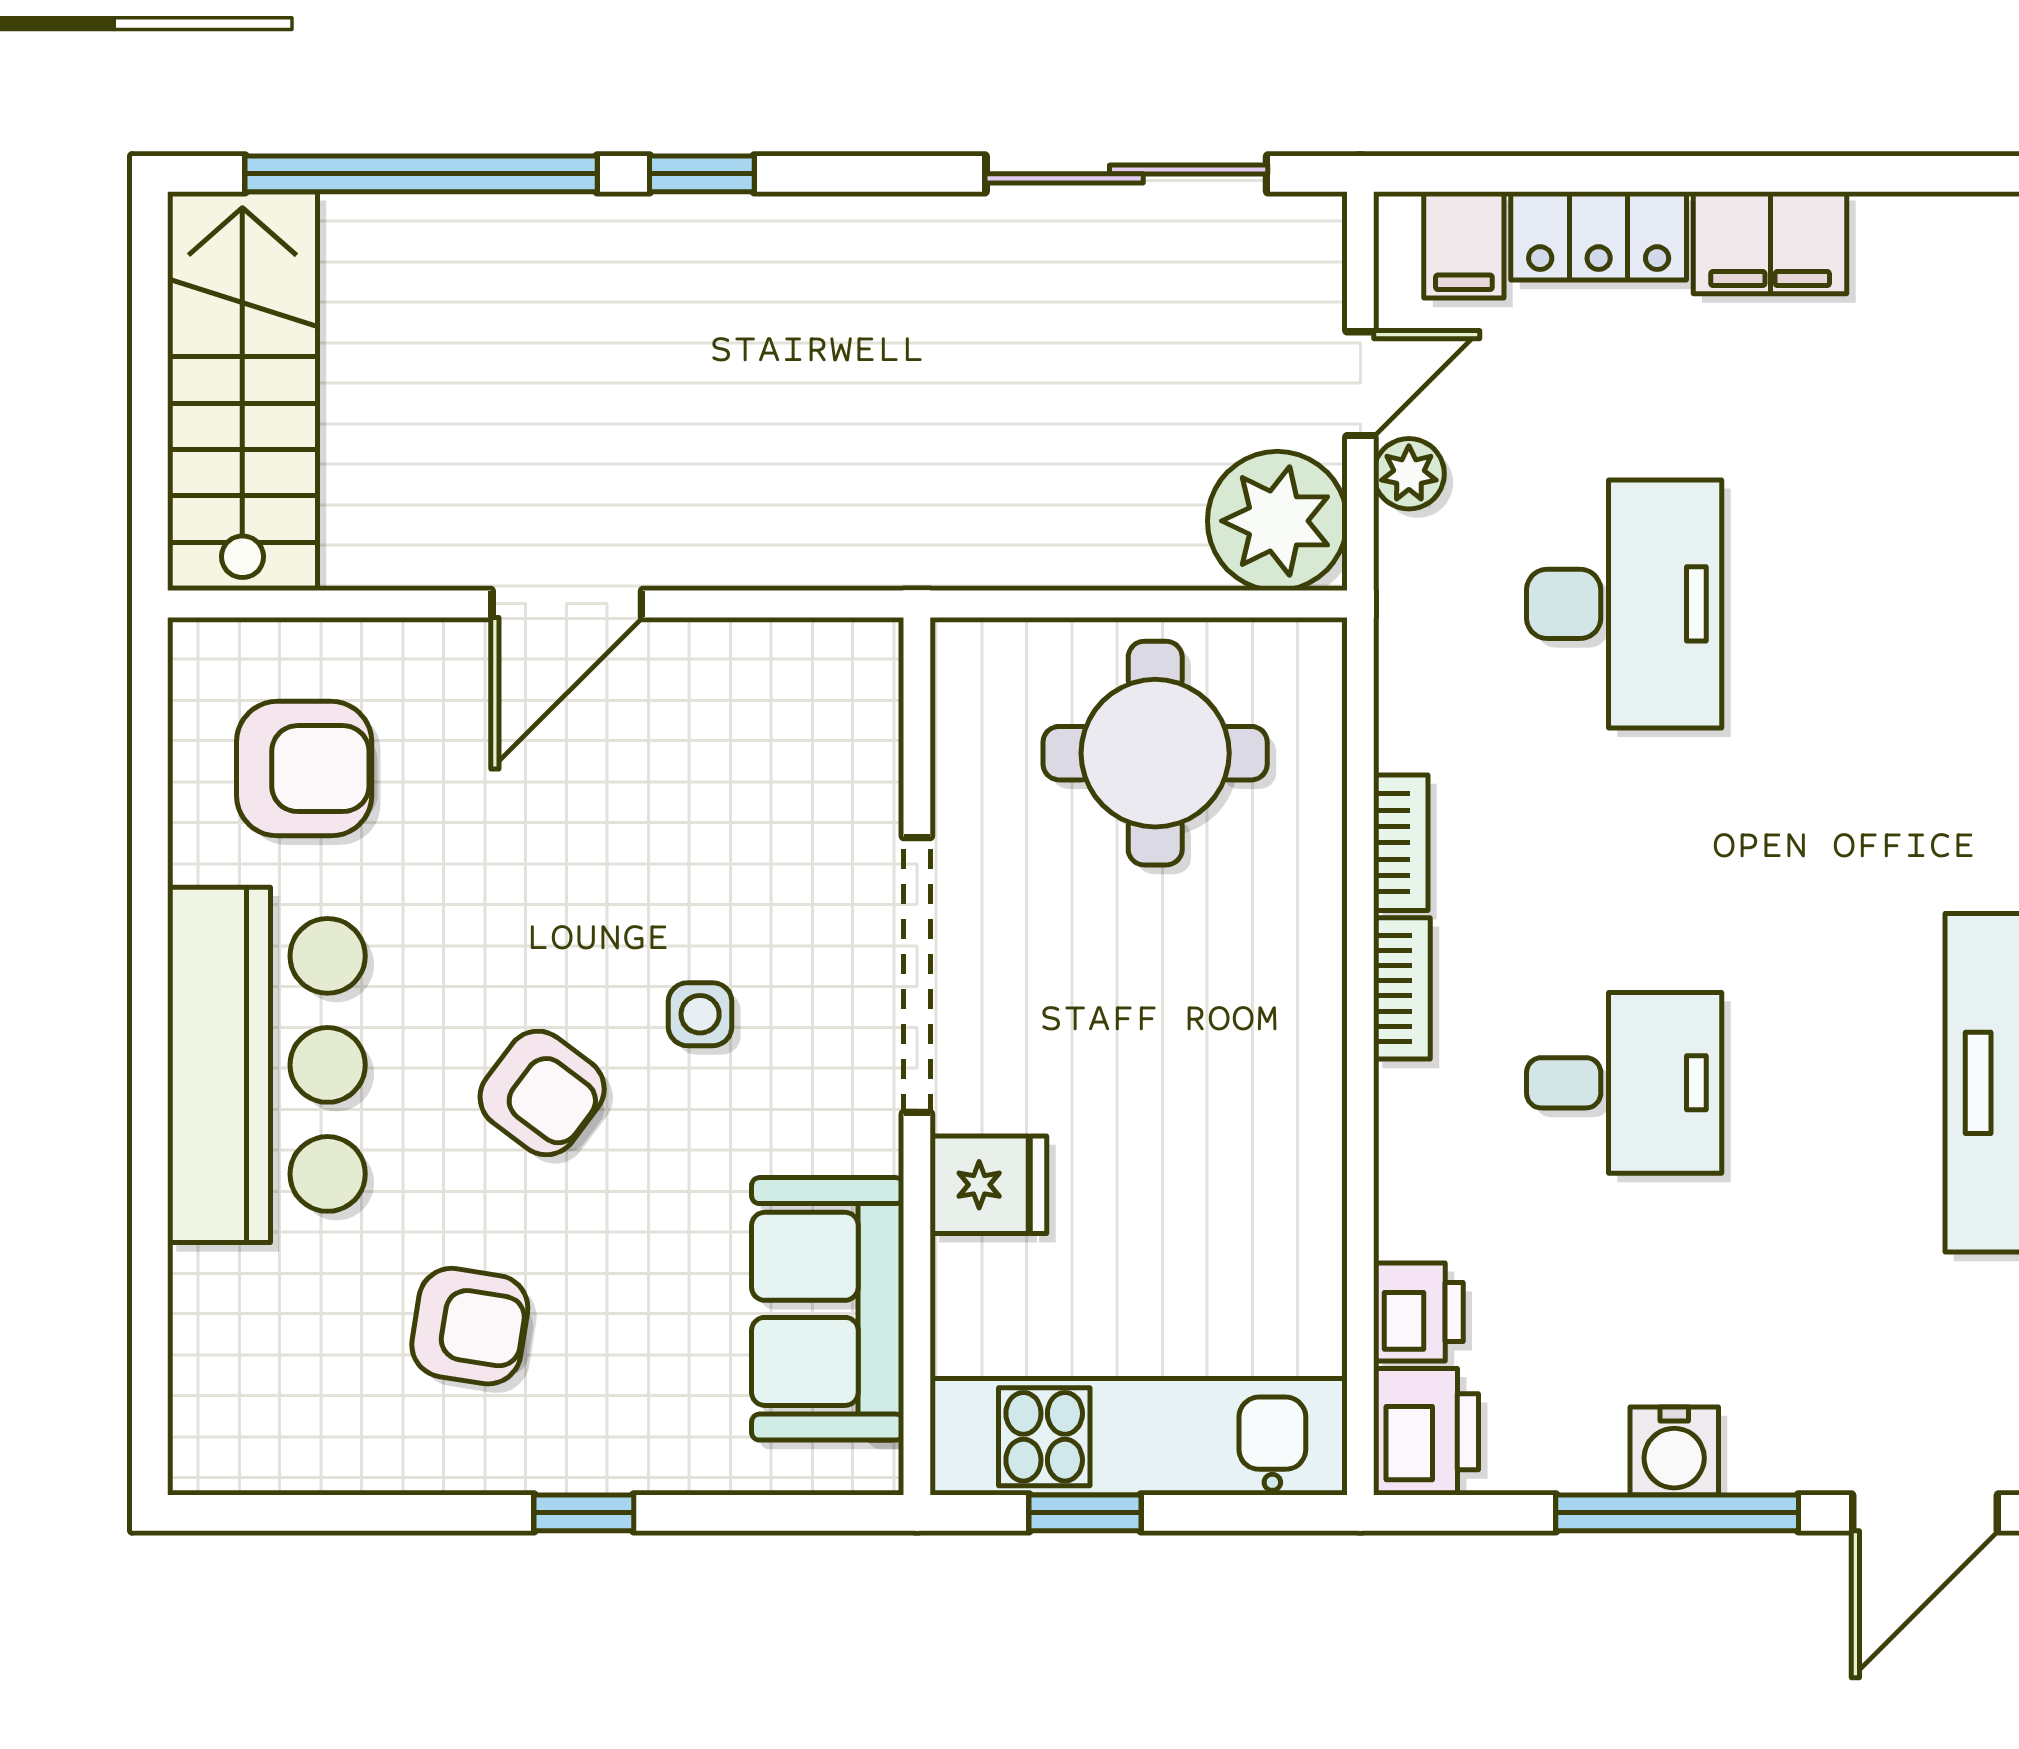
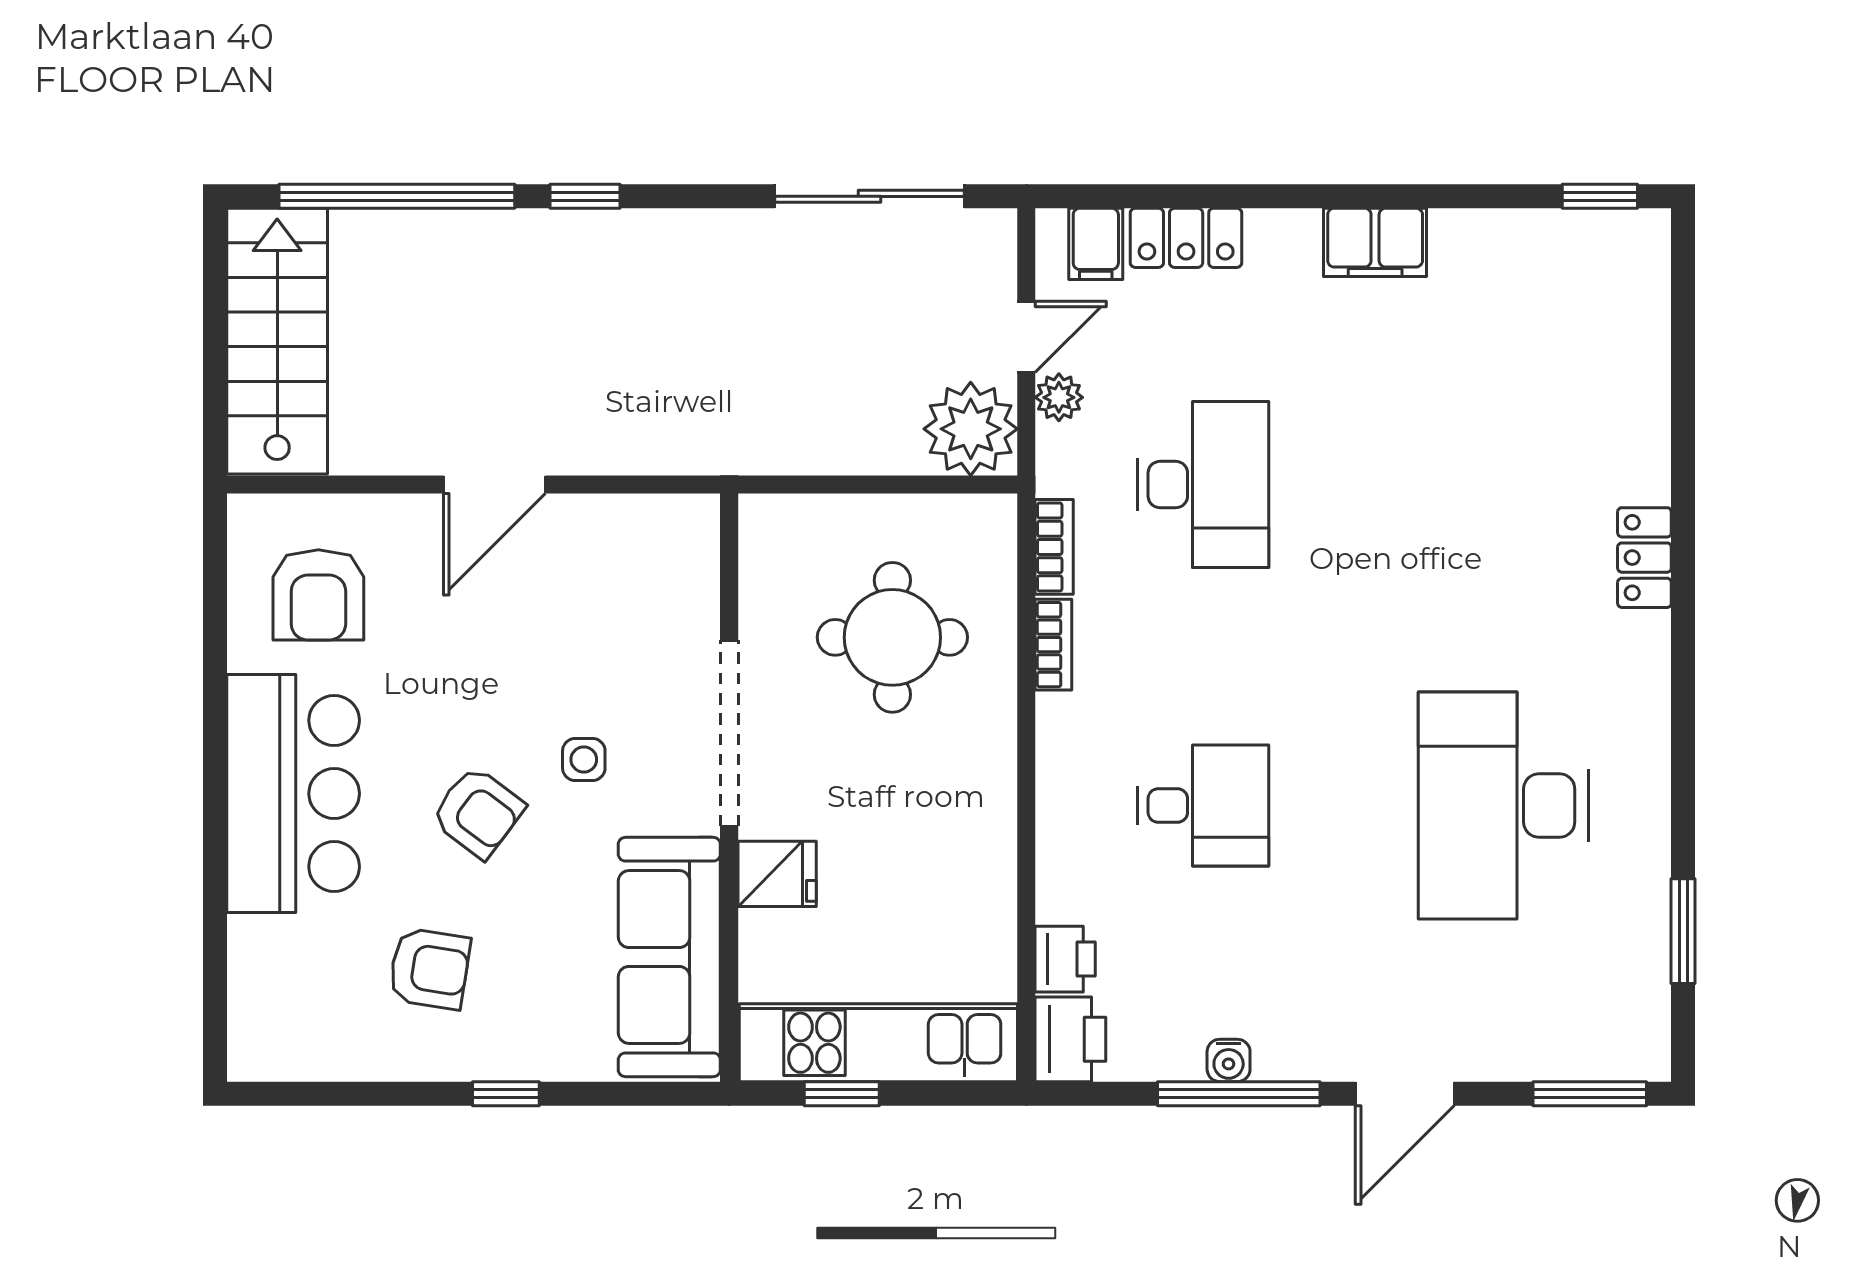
filing cabinet: (1770, 243) -> (1375, 242), moved
round table: (1155, 753) -> (892, 637), moved
armchair: (304, 769) -> (318, 595), turned 90
bookcase: (1402, 988) -> (1054, 547), moved
sofa: (828, 1309) -> (669, 957), width x1.36
water cooler: (1674, 1451) -> (1229, 1060), width x0.72, depth x0.72

